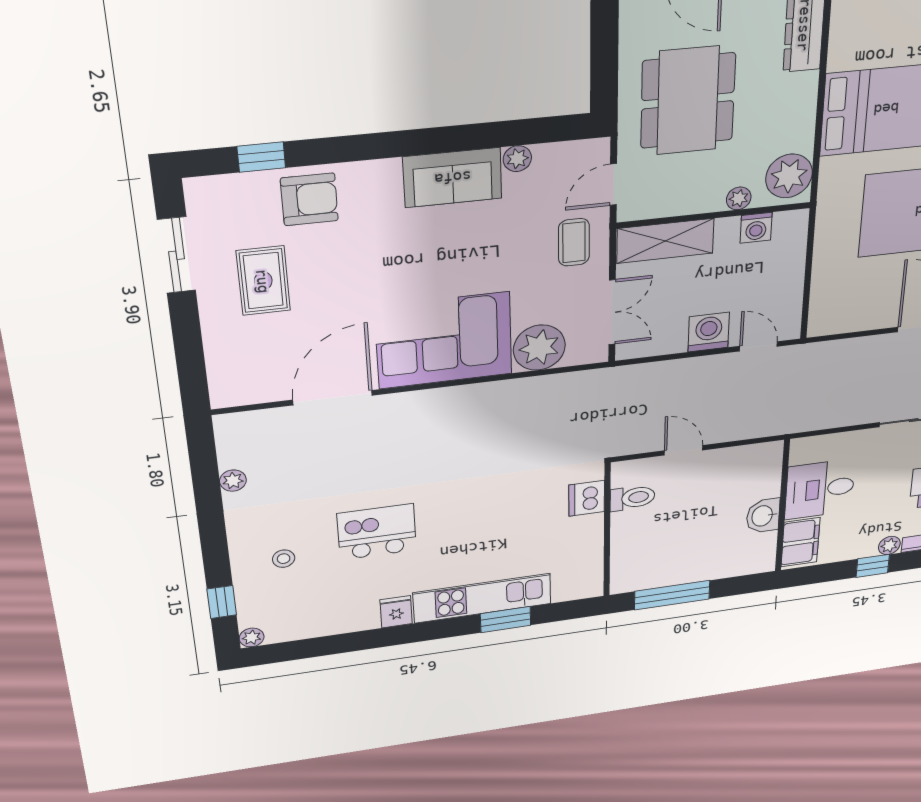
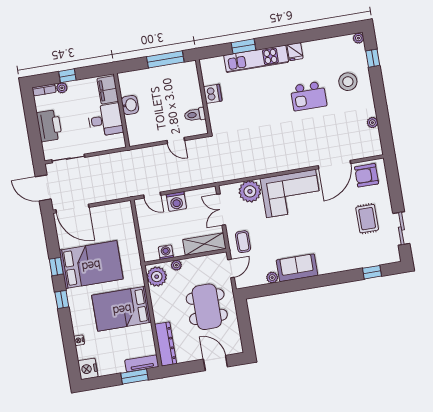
armchair: (309, 199) -> (367, 175), moved
dishwasher: (587, 498) -> (213, 94), moved
stool: (284, 559) -> (348, 82), width x1.89, depth x1.89

